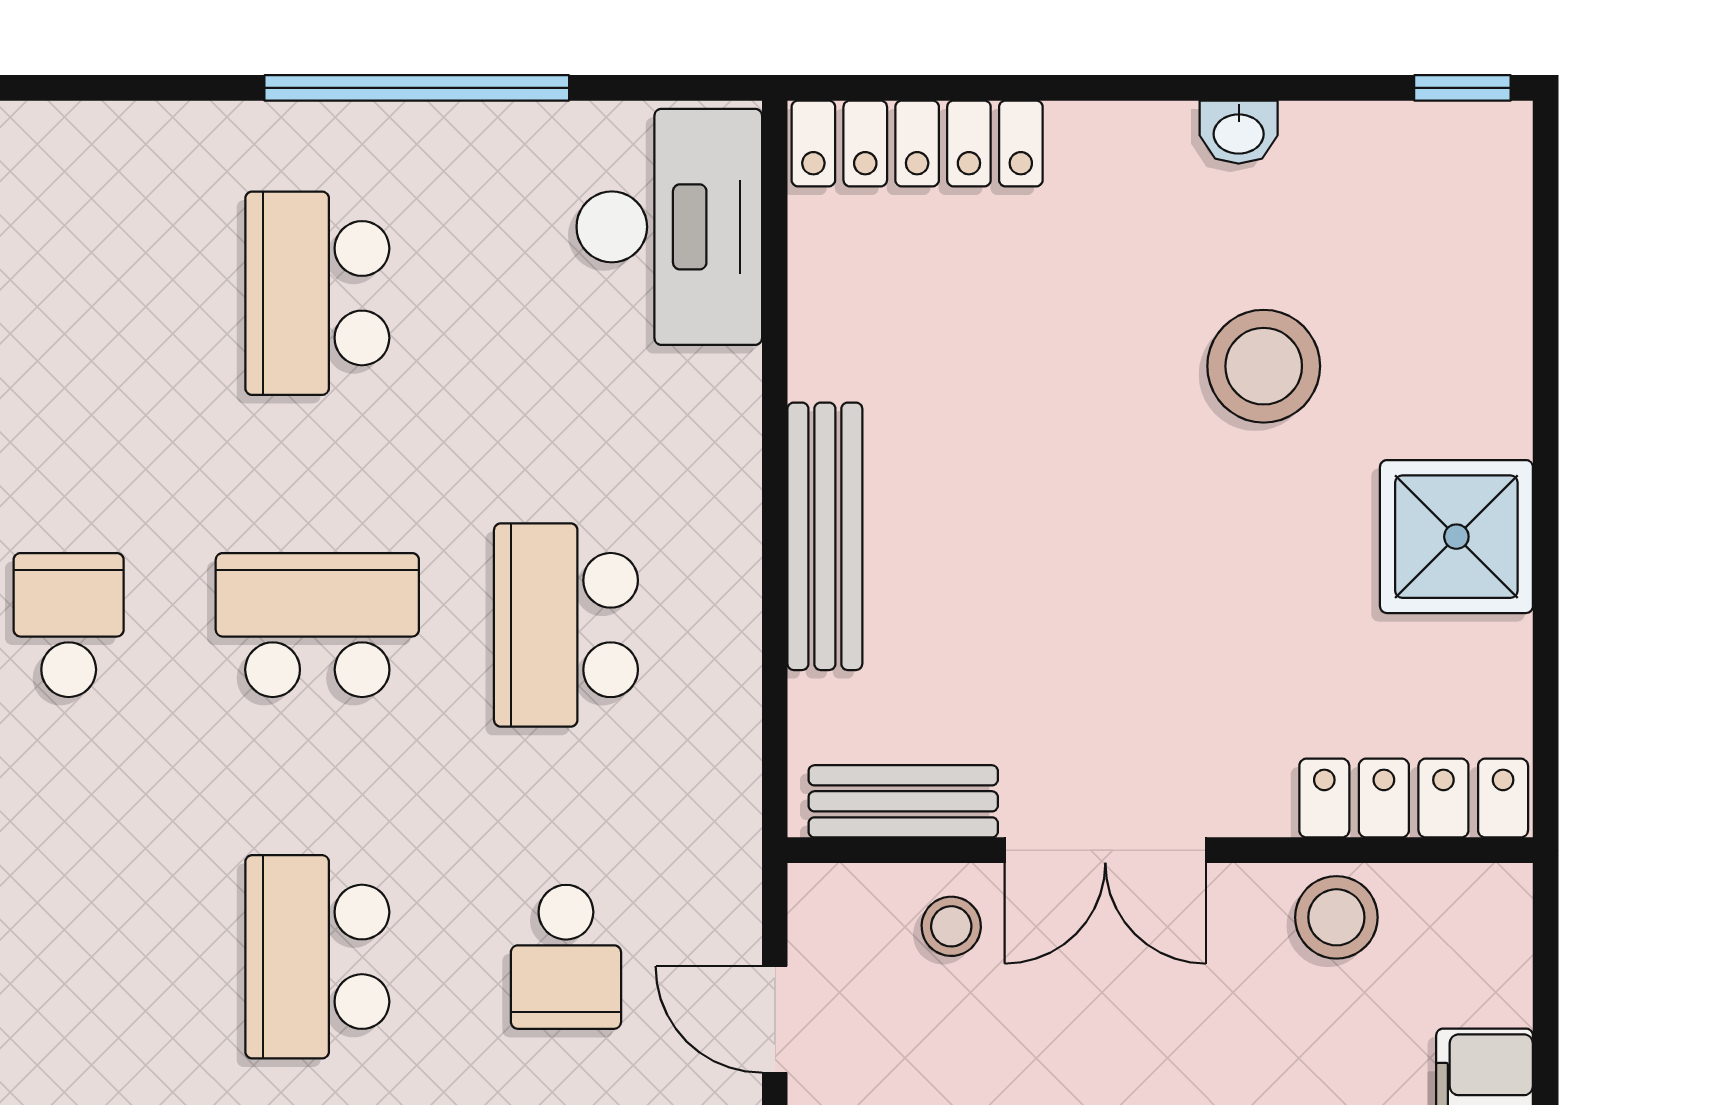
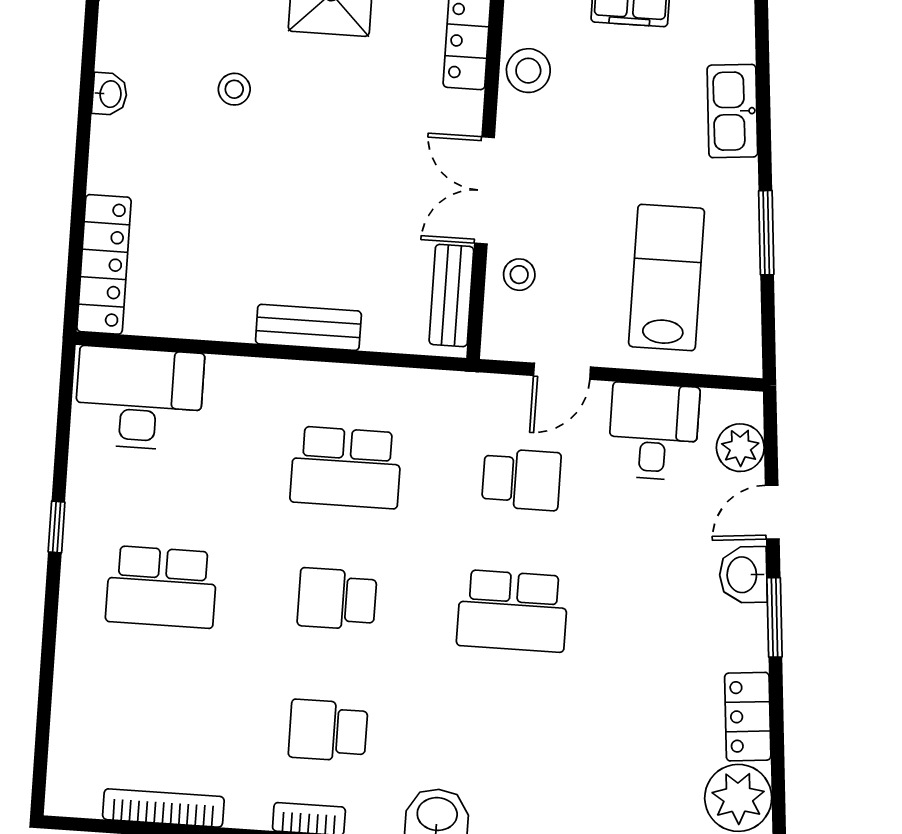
window: (417, 88) -> (57, 527), width x0.32
stool: (1264, 366) -> (234, 89), width x0.53, depth x0.53
bench: (825, 536) -> (308, 327), width x0.73
school desk: (317, 625) -> (337, 599), width x0.54
double door: (1105, 850) -> (484, 190), swing flipped

